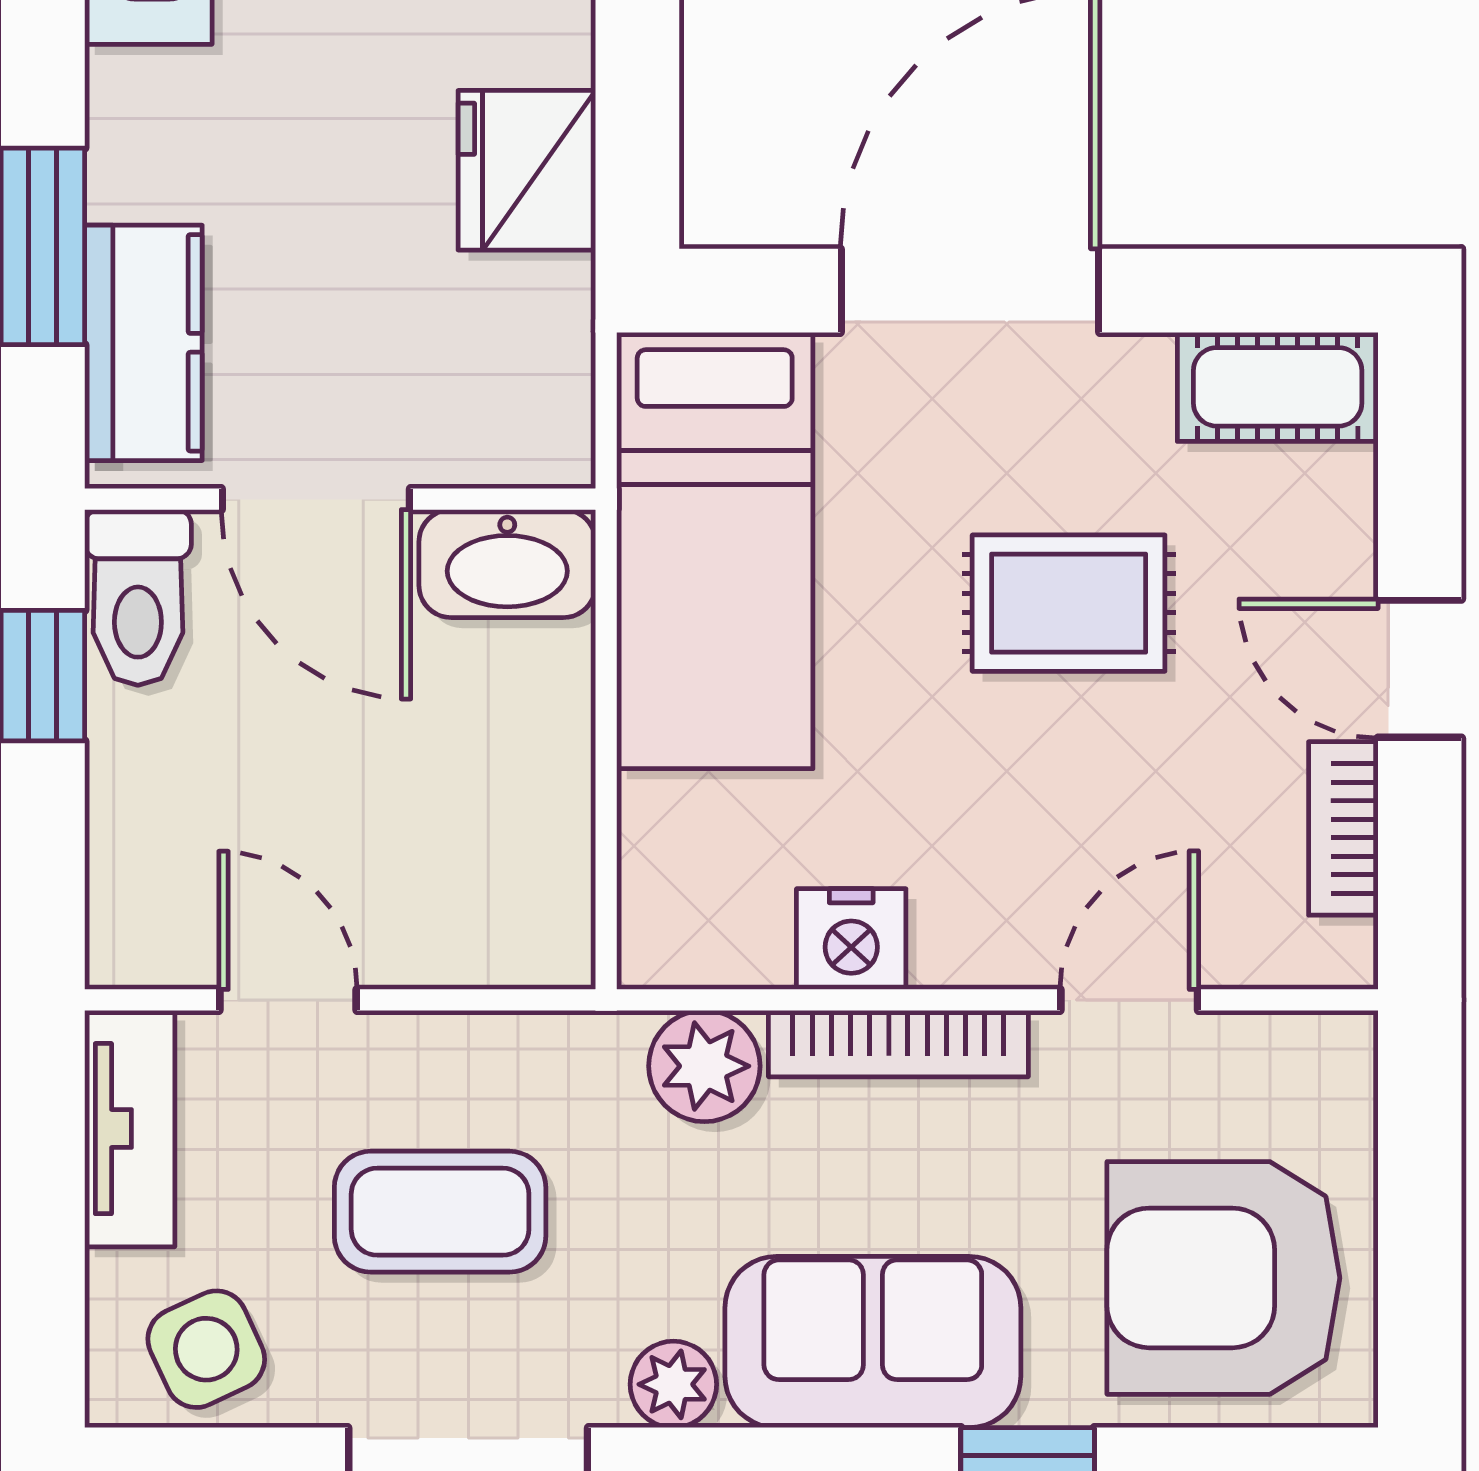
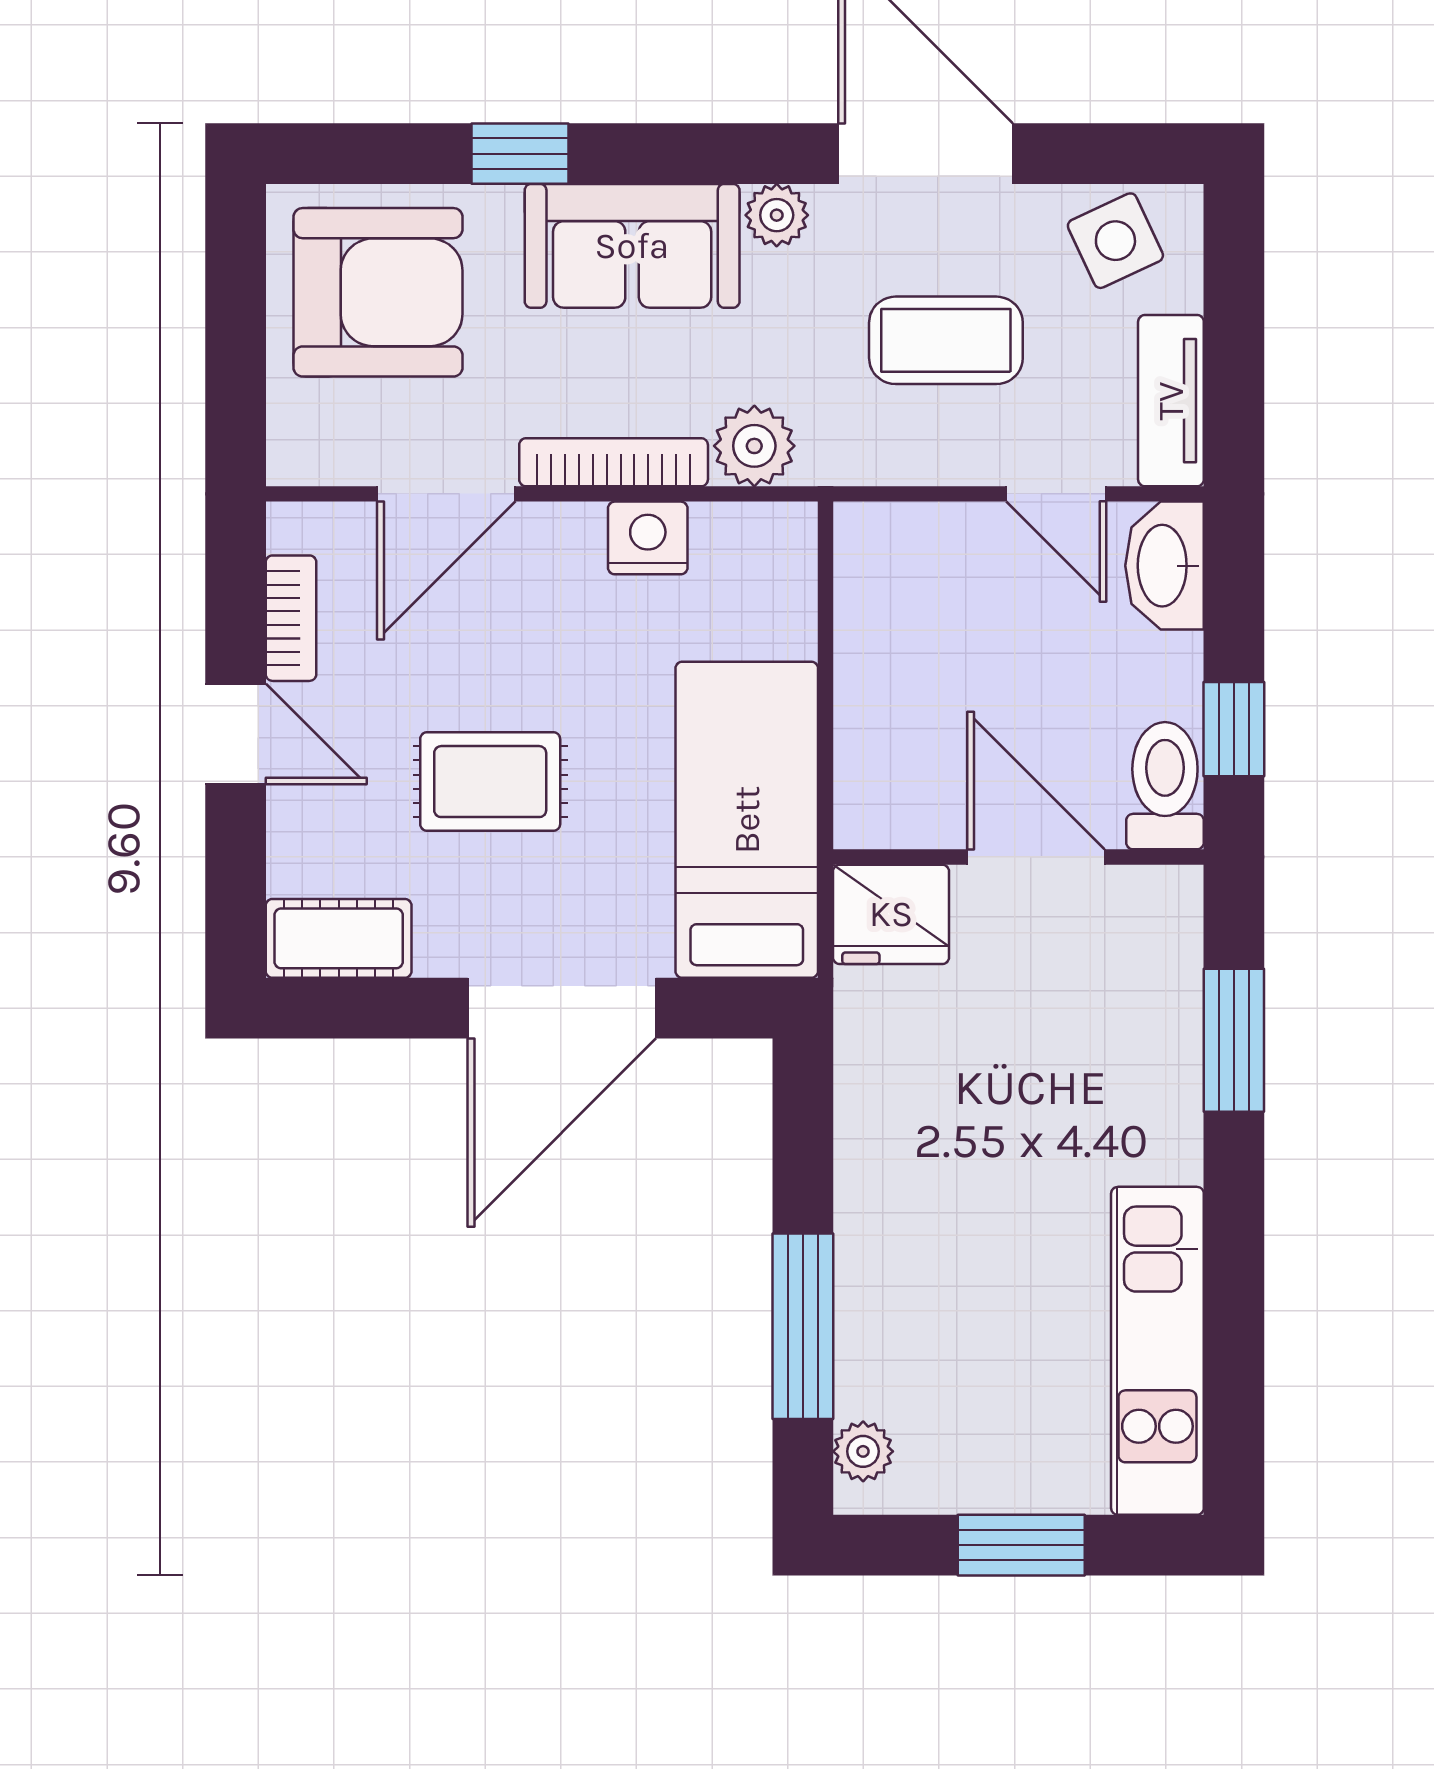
fridge: (527, 170) -> (891, 914), moved, turned 90
kitchen counter: (143, 343) -> (1161, 970), removed
washbasin: (507, 564) -> (1165, 566), moved, turned -90
door: (1129, 1000) -> (446, 494), width x1.38

